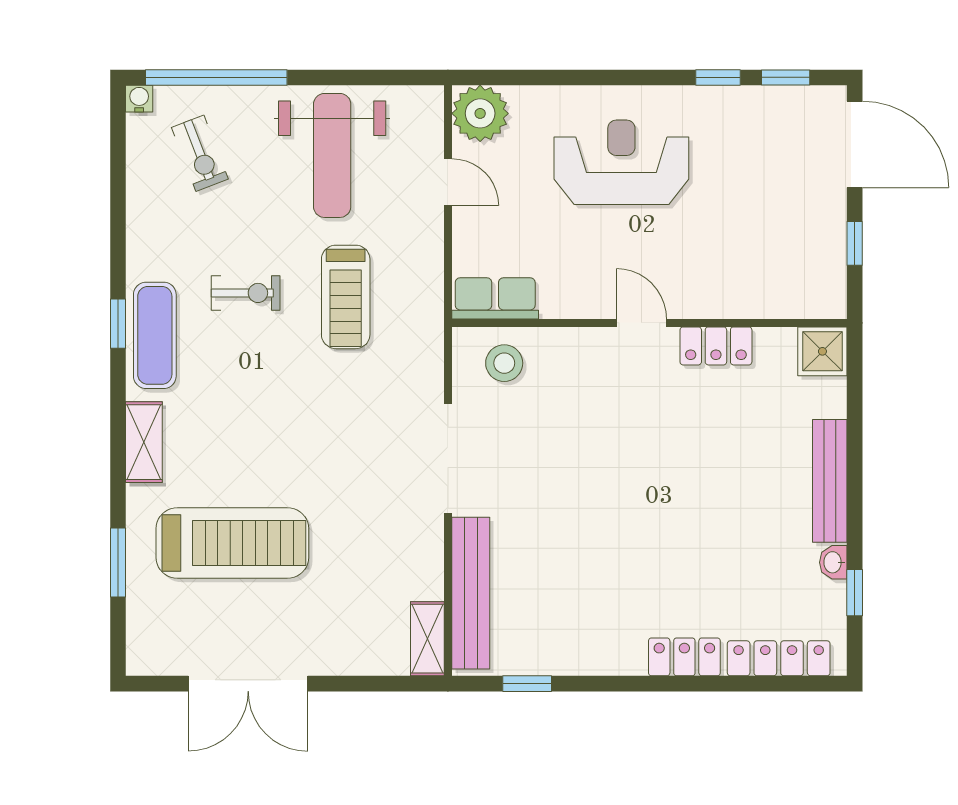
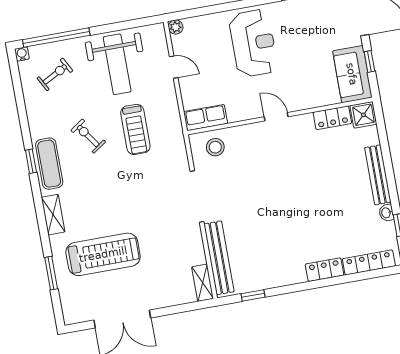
plant: (480, 113) -> (176, 27), width x0.53, depth x0.53
exercise bike: (200, 153) -> (55, 74), turned -97
reception desk: (621, 162) -> (253, 43), turned 90
sofa: (815, 263) -> (352, 74), added
exercise bike: (246, 293) -> (88, 136), turned -125
locker: (716, 346) -> (332, 118), moved

